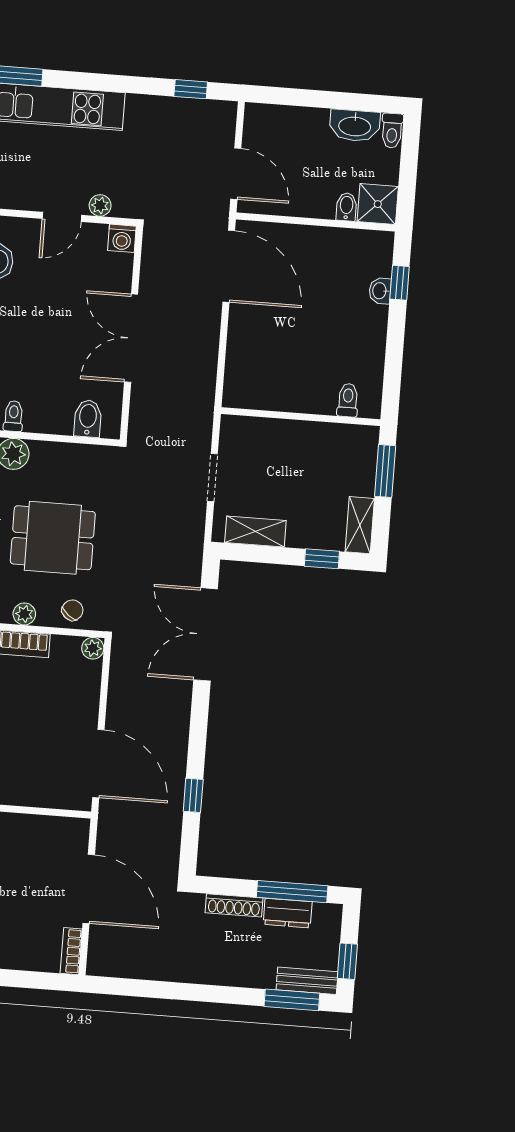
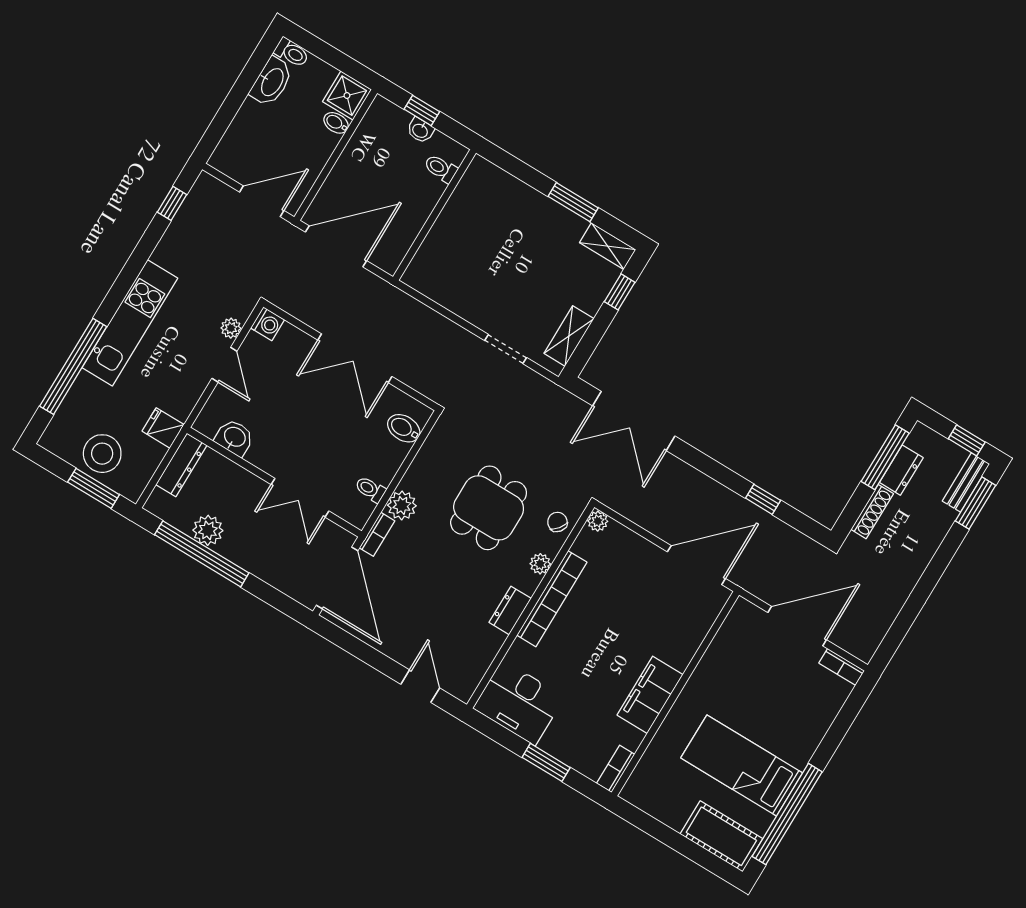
toilet: (348, 400) -> (441, 168), moved
wall: (301, 417) -> (435, 215), moved

